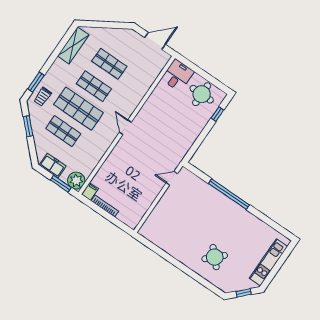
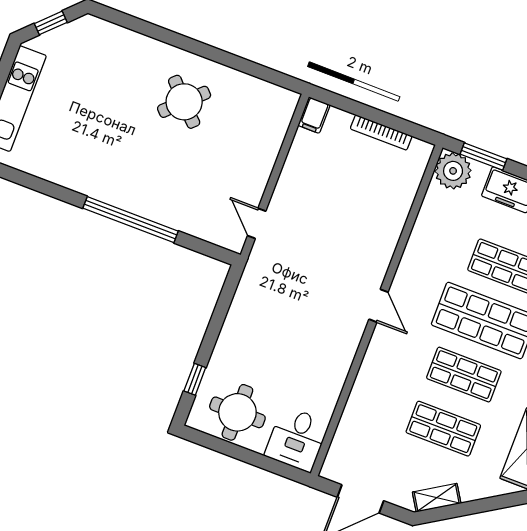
shelving: (120, 33) -> (437, 498), added
door: (172, 178) -> (257, 223), swing flipped
filing cabinet: (90, 191) -> (314, 115), moved
round table: (215, 257) -> (184, 102), moved

